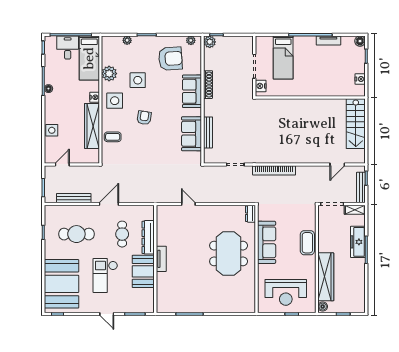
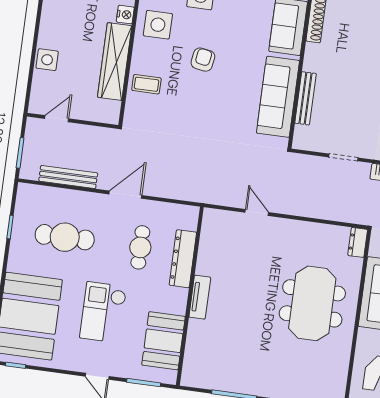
sofa: (192, 134) -> (278, 97), width x1.36
booth: (143, 271) -> (163, 341), moved

